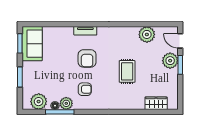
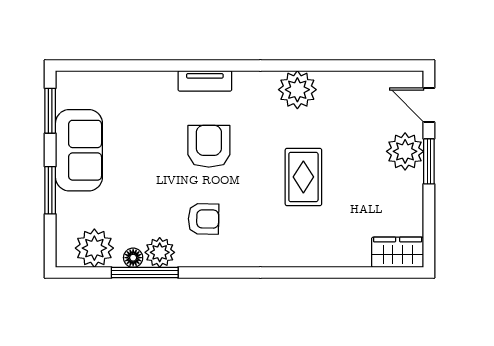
plant: (147, 34) -> (297, 90), moved
sofa: (32, 44) -> (79, 150), moved
armchair: (87, 58) -> (209, 146), turned 180
wardrobe: (156, 103) -> (398, 252), moved

